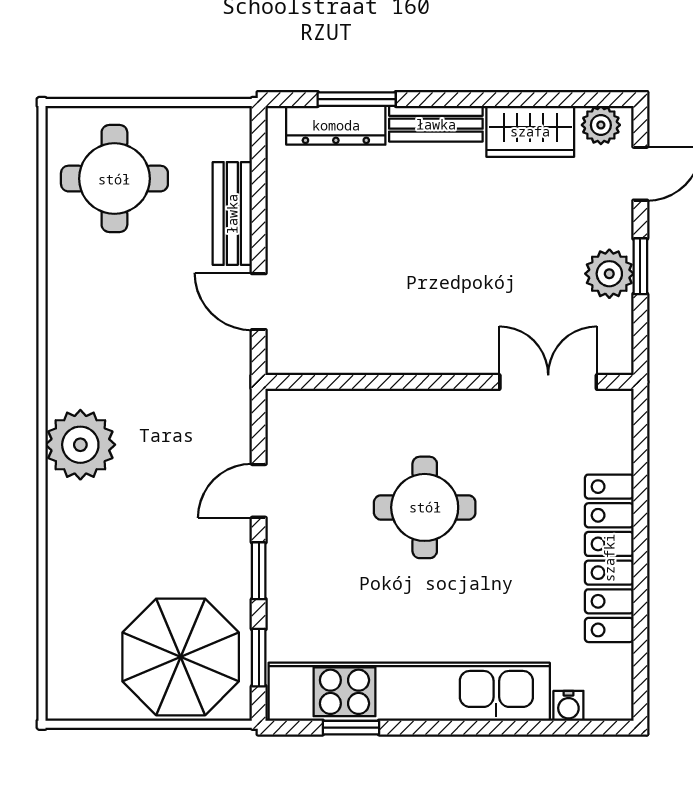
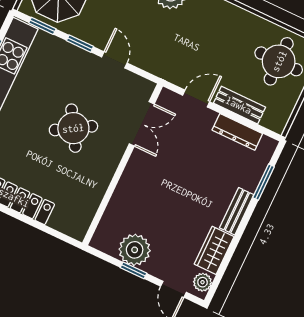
dresser: (336, 125) -> (237, 132), moved, turned -90
plant: (609, 274) -> (135, 250), width x1.36, depth x1.36
double door: (548, 382) -> (142, 124), moved
round table: (425, 507) -> (73, 128), turned -31

